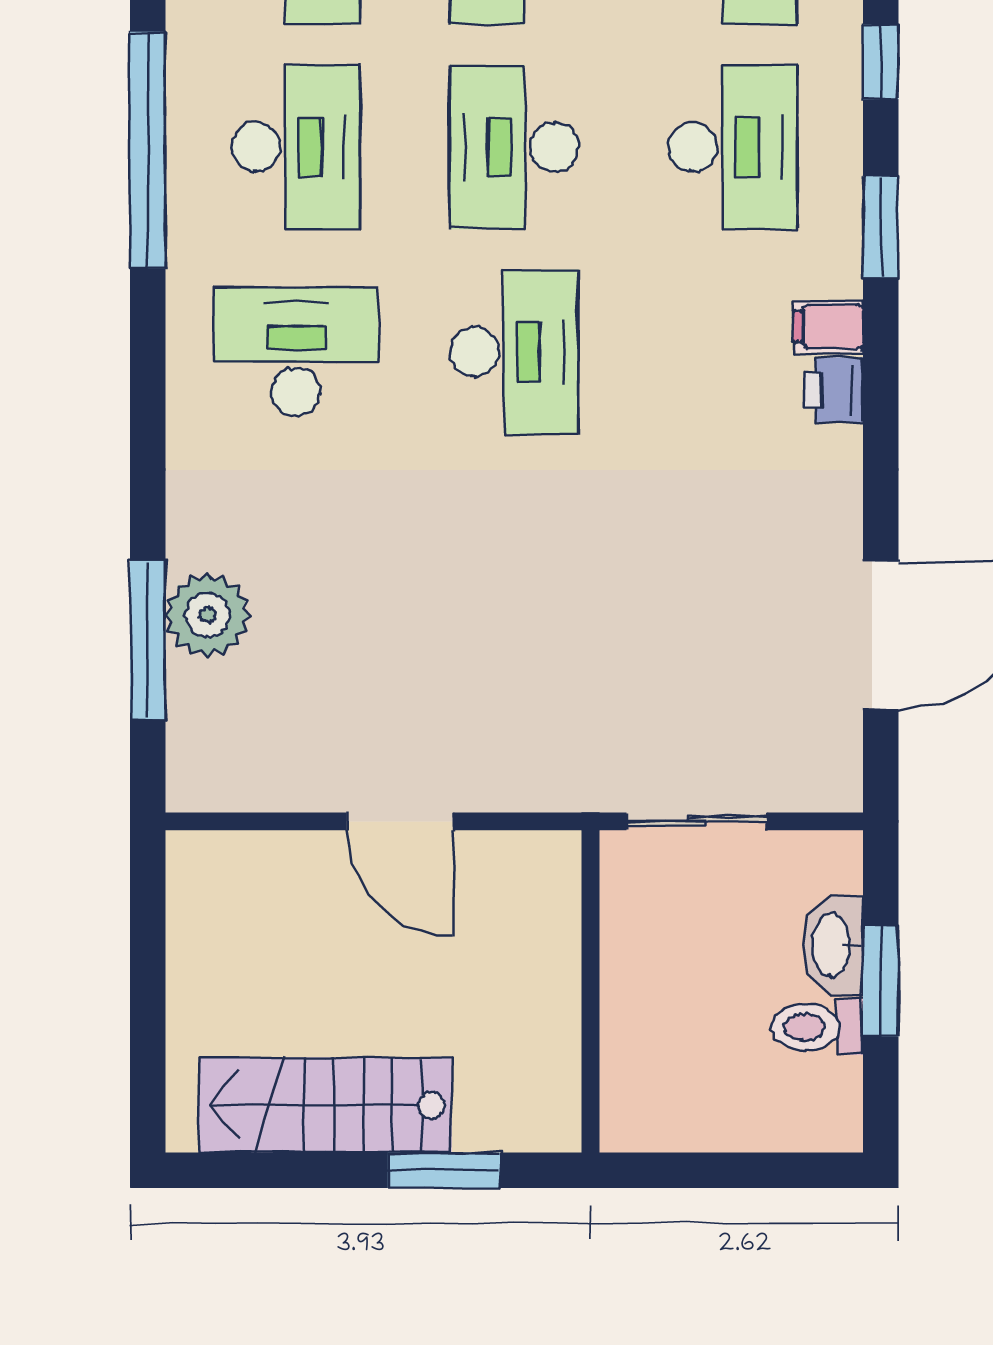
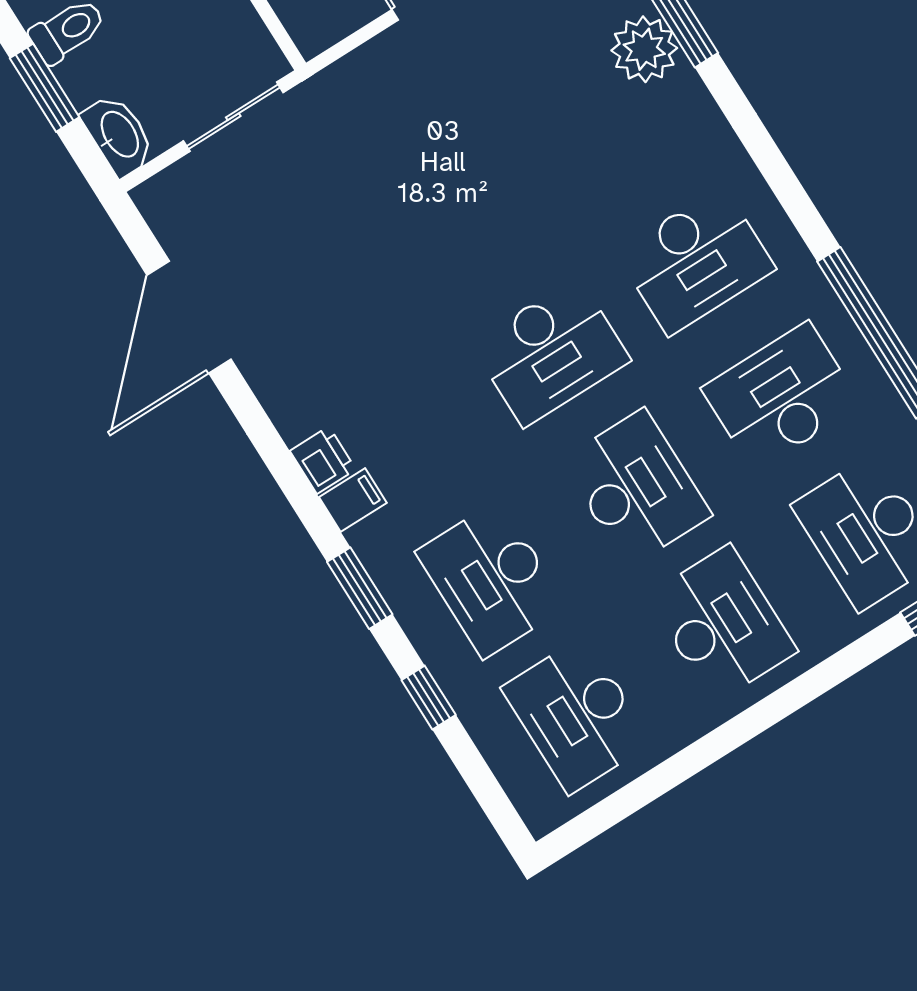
desk: (296, 147) -> (781, 397), turned 90
desk: (514, 352) -> (551, 352), turned -90
washbasin: (833, 945) -> (119, 135), moved

